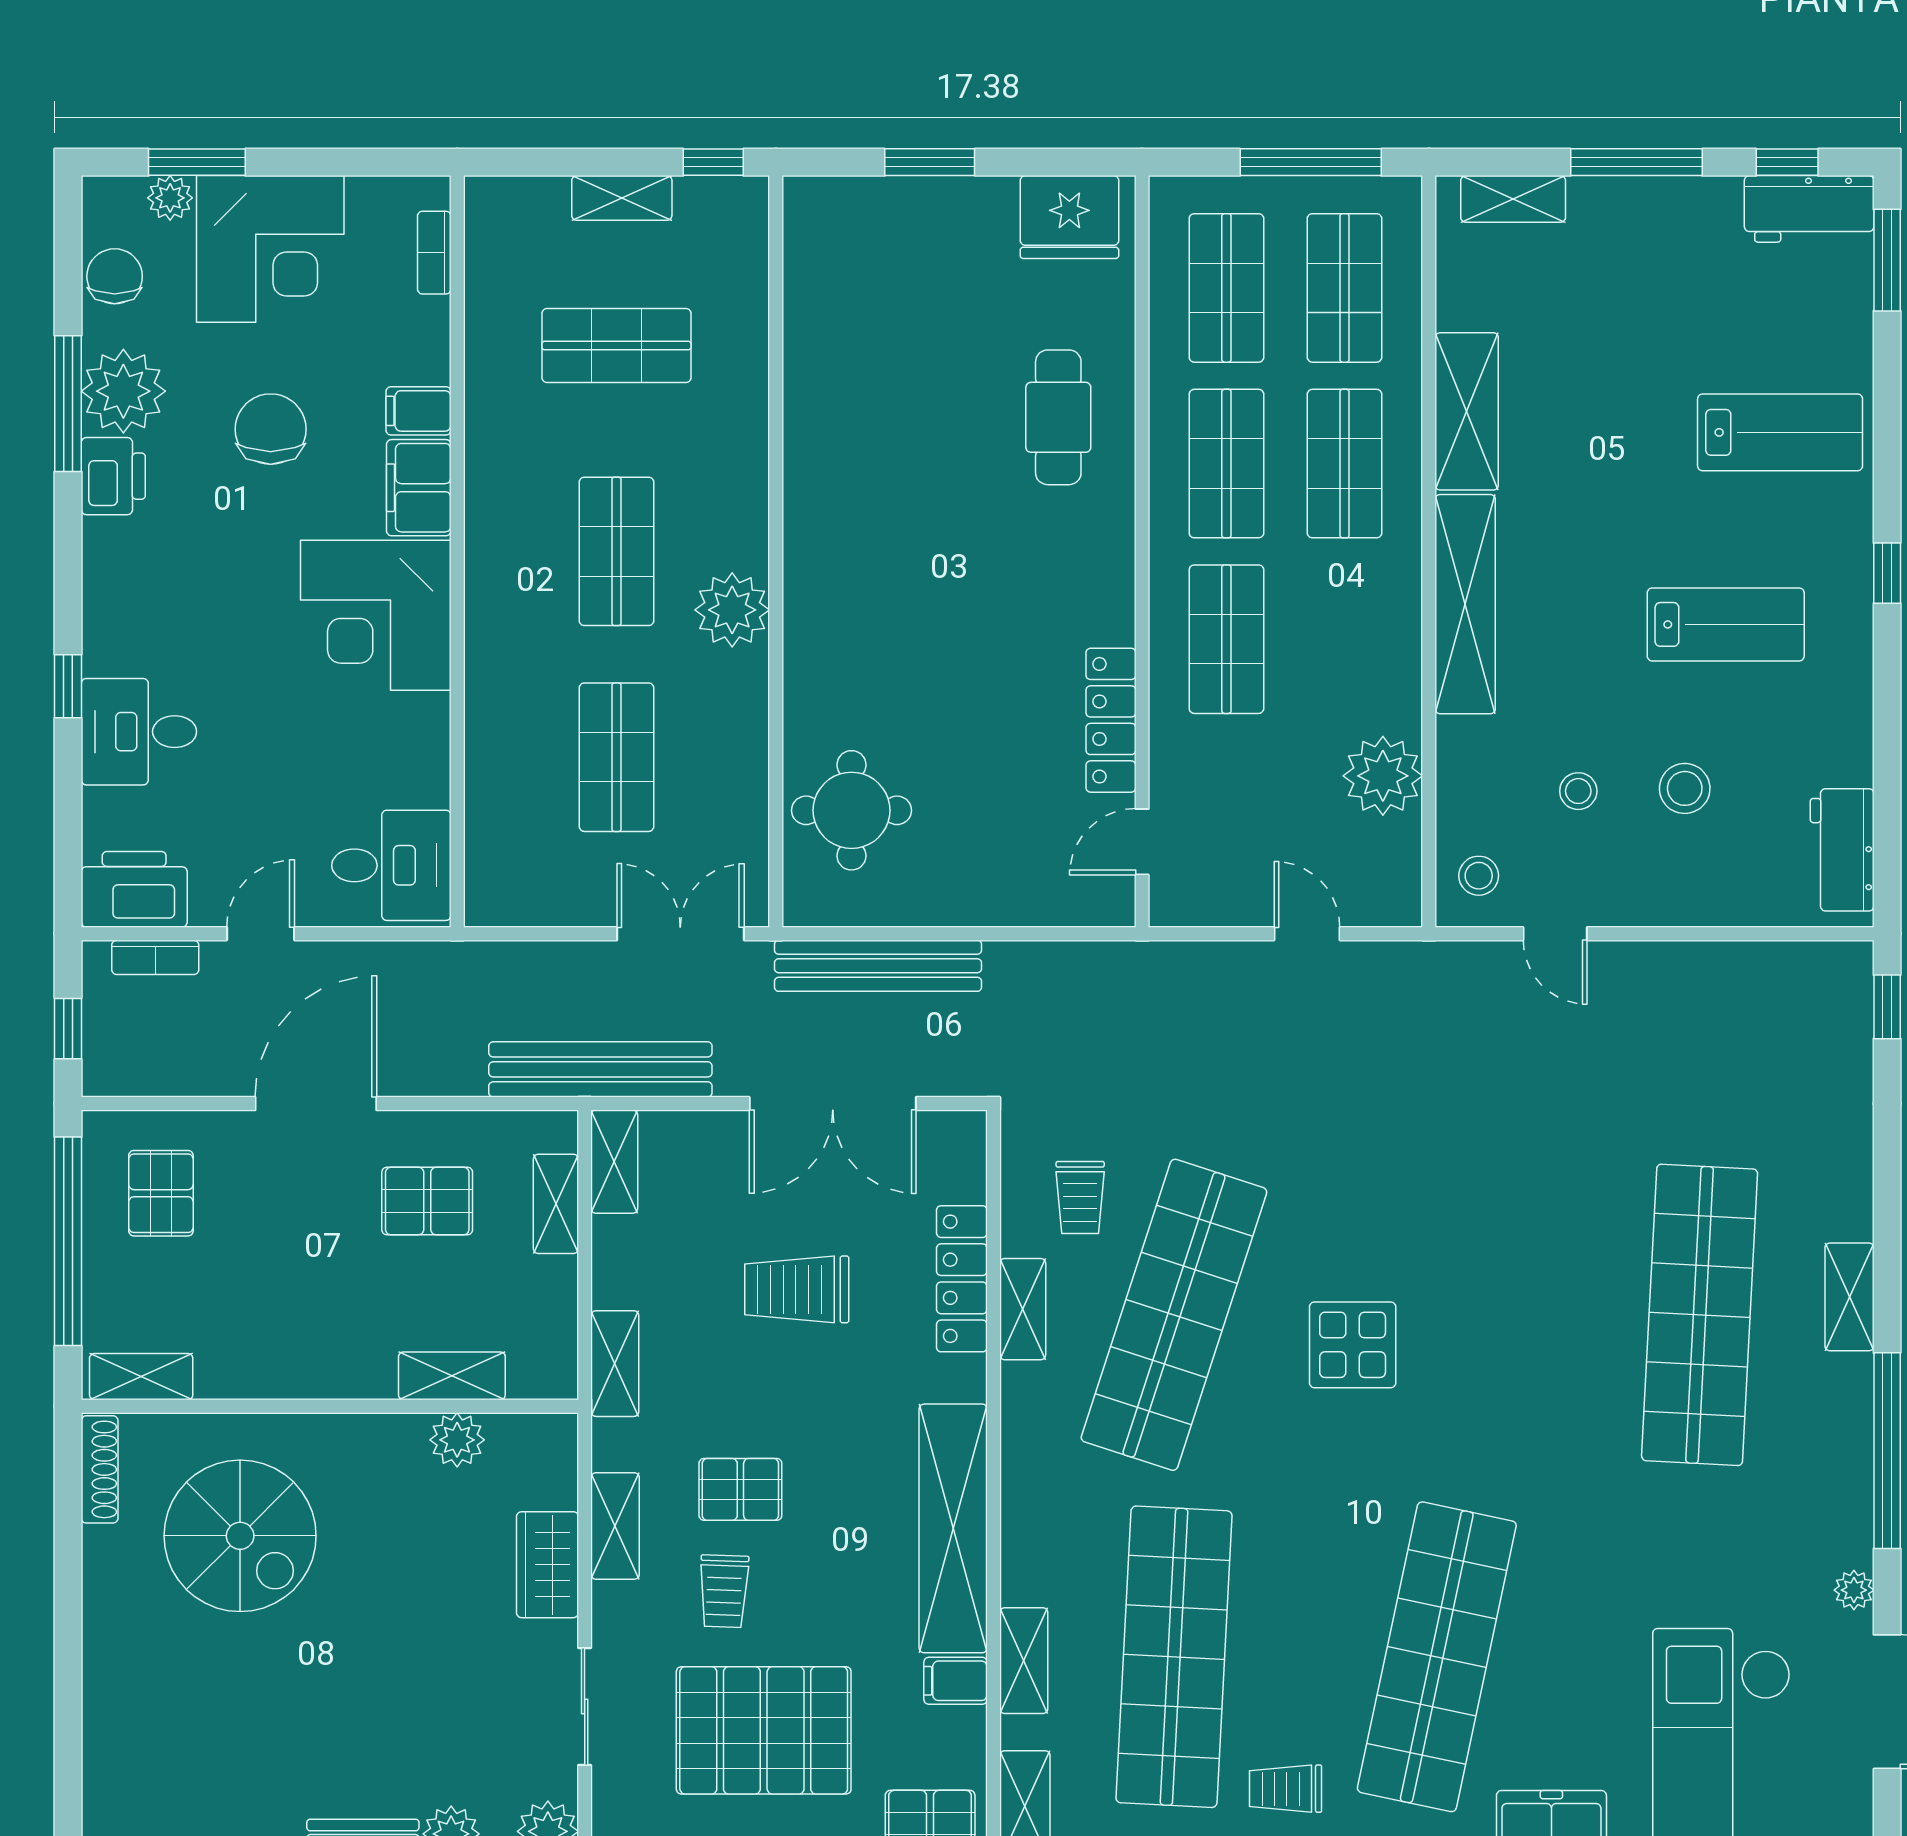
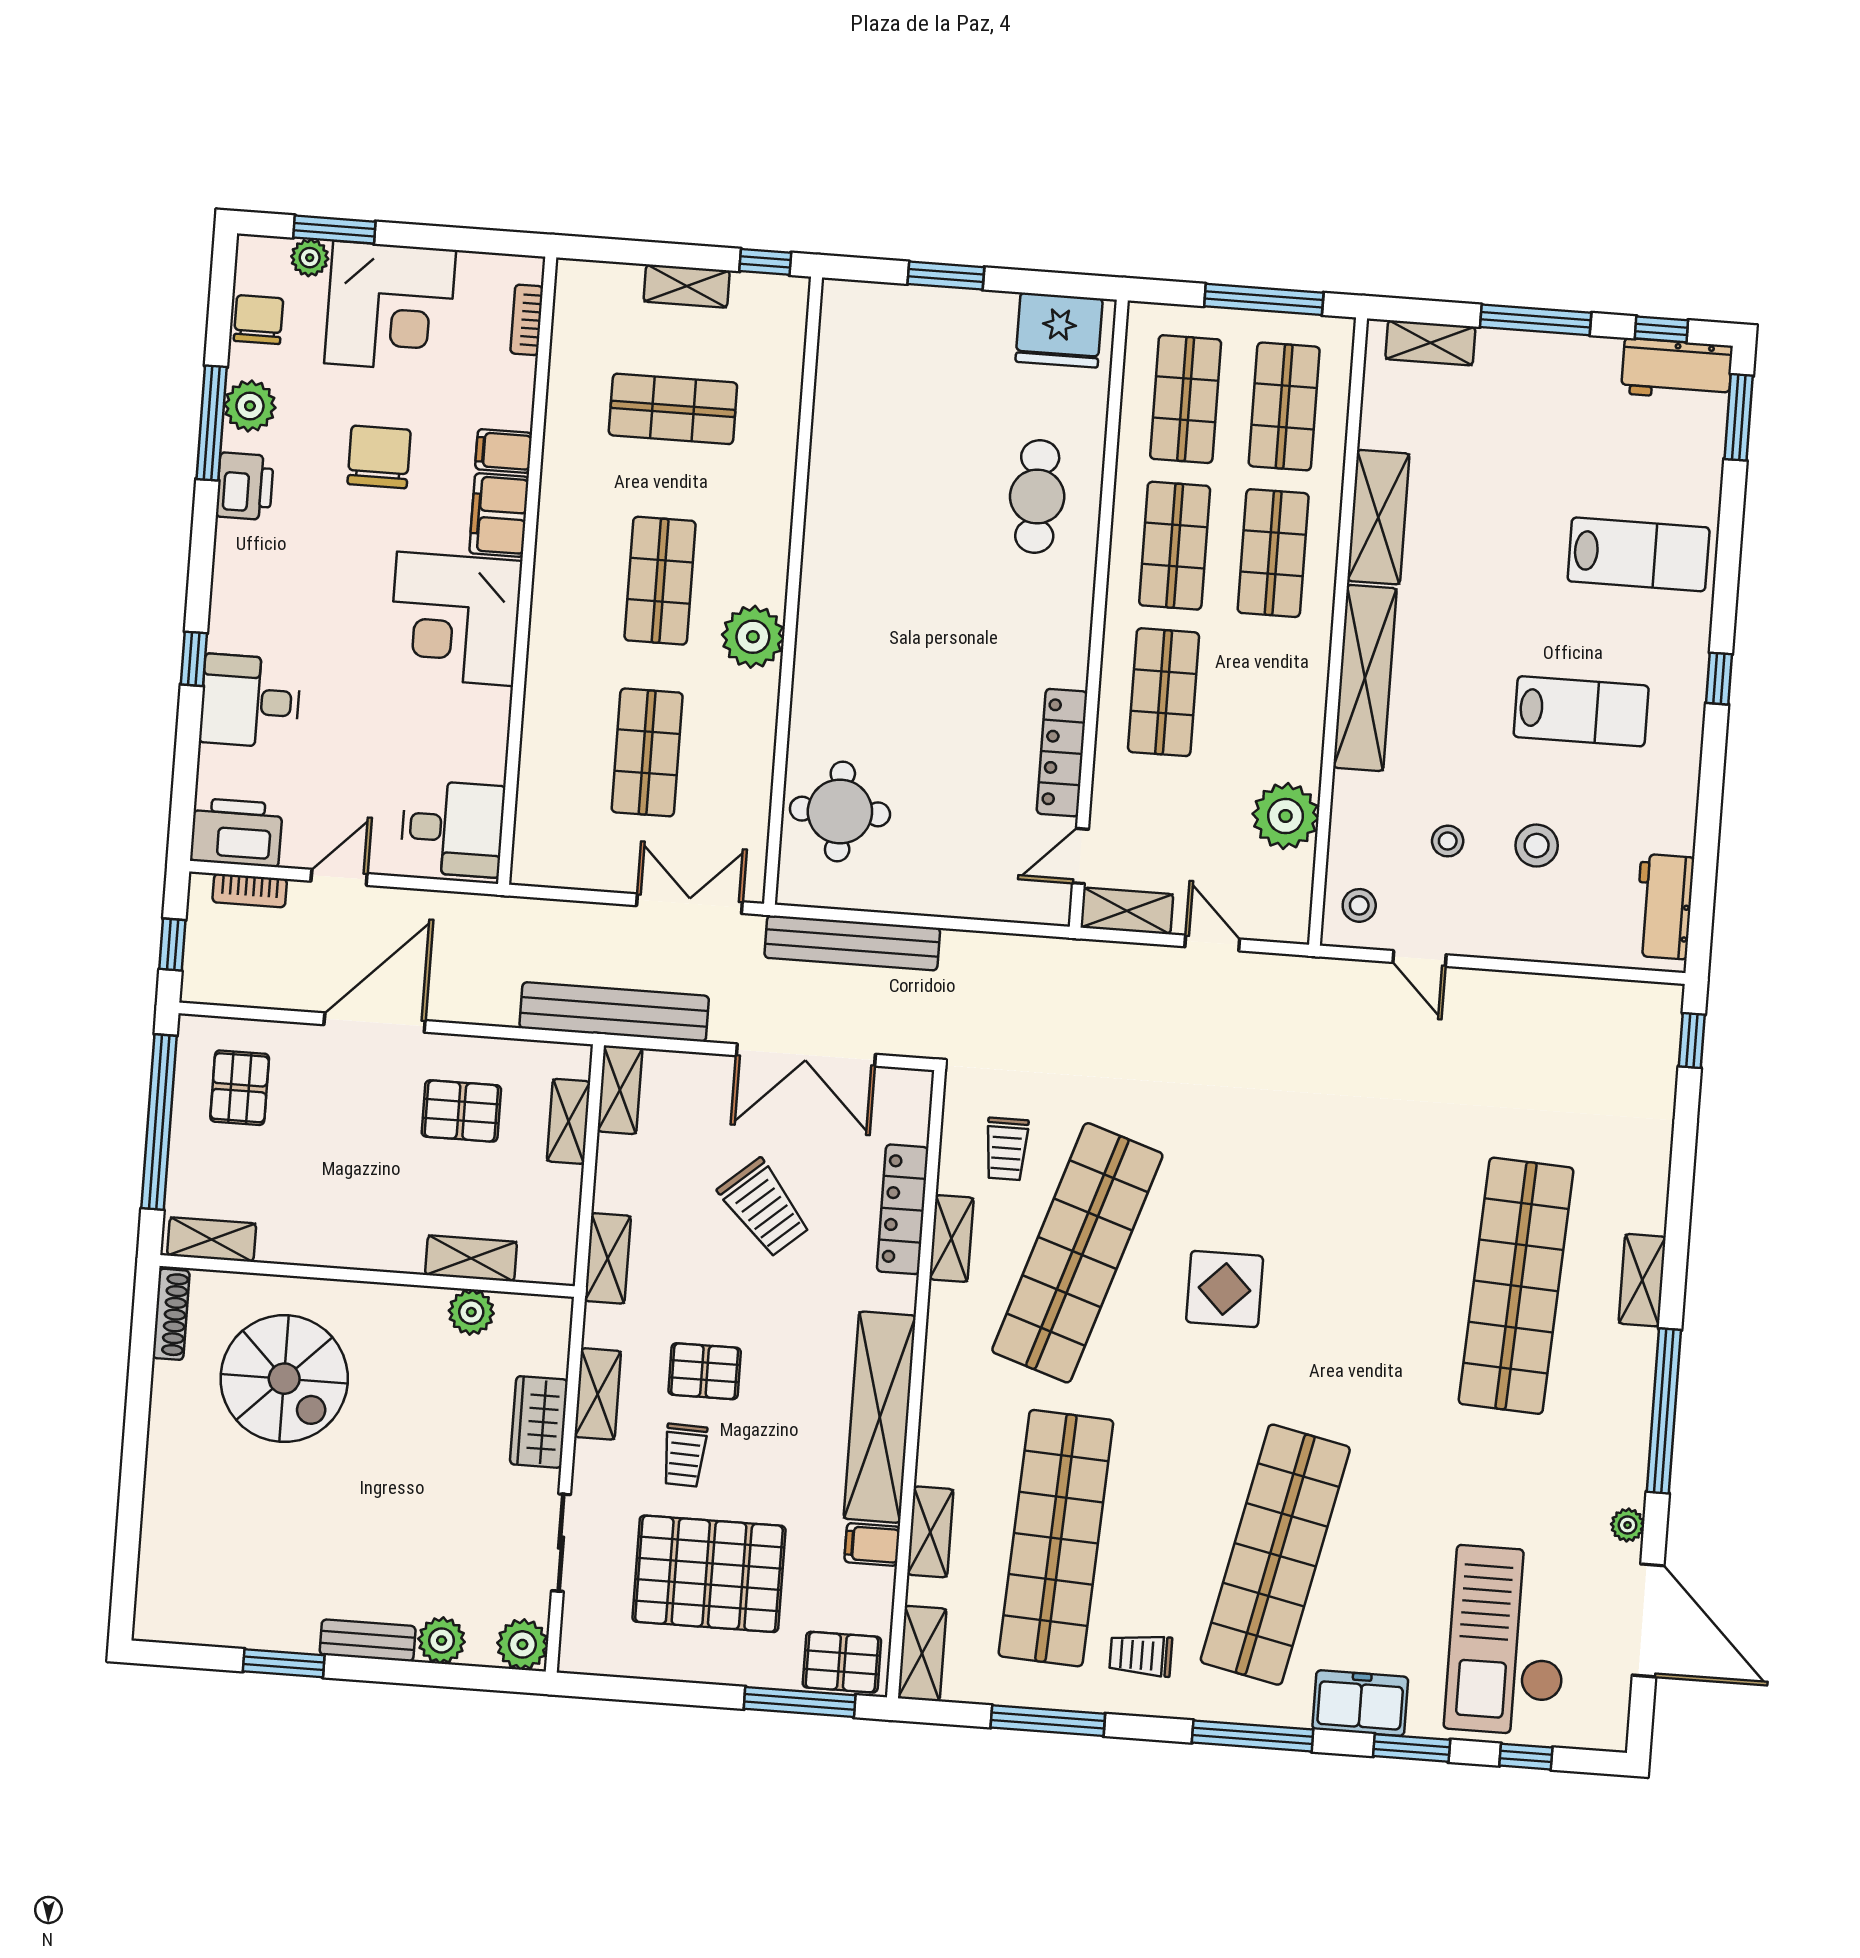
plant: (123, 391) -> (250, 406), width x0.73, depth x0.73
shelving: (1202, 903) -> (1127, 911), added
trolley: (797, 1289) -> (764, 1208), turned -131

